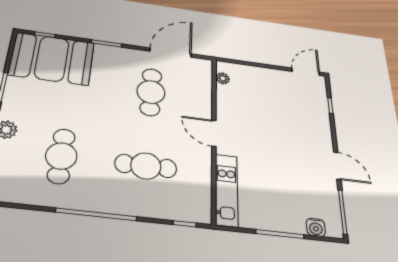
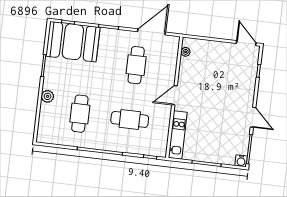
door: (306, 72) -> (246, 43), hinge flipped
door: (214, 133) -> (175, 95), hinge flipped
water cooler: (316, 227) -> (241, 161), moved

